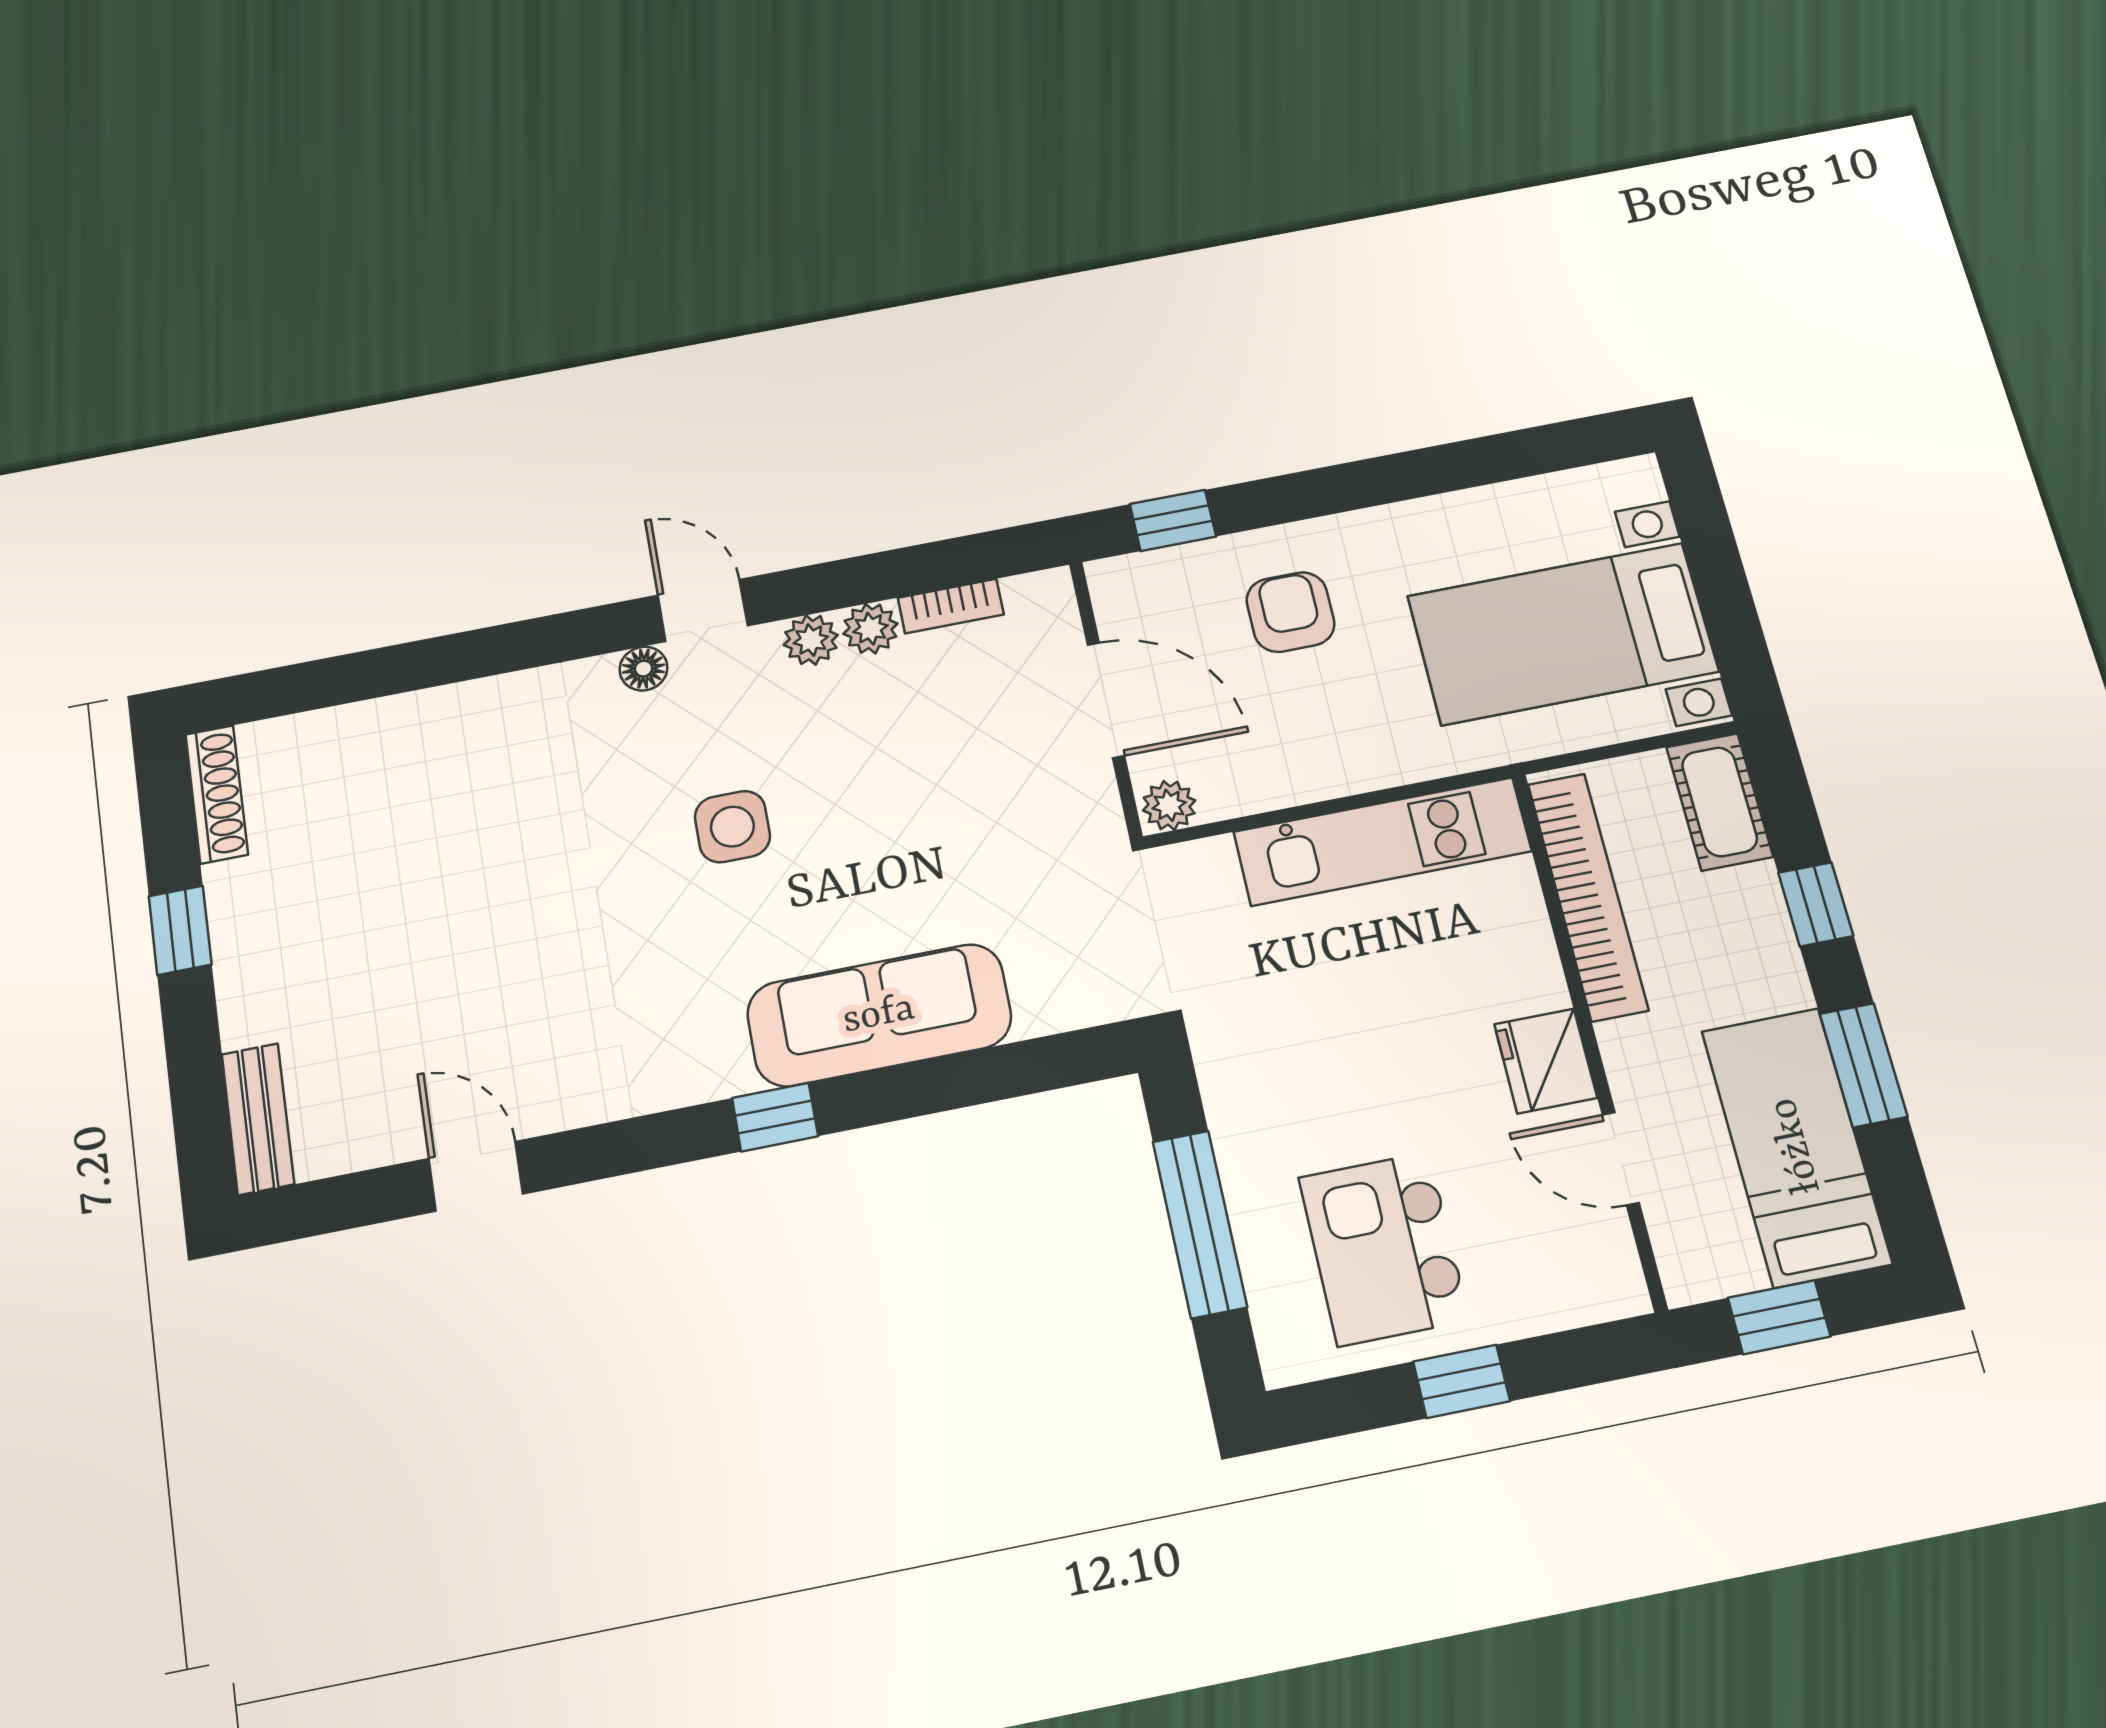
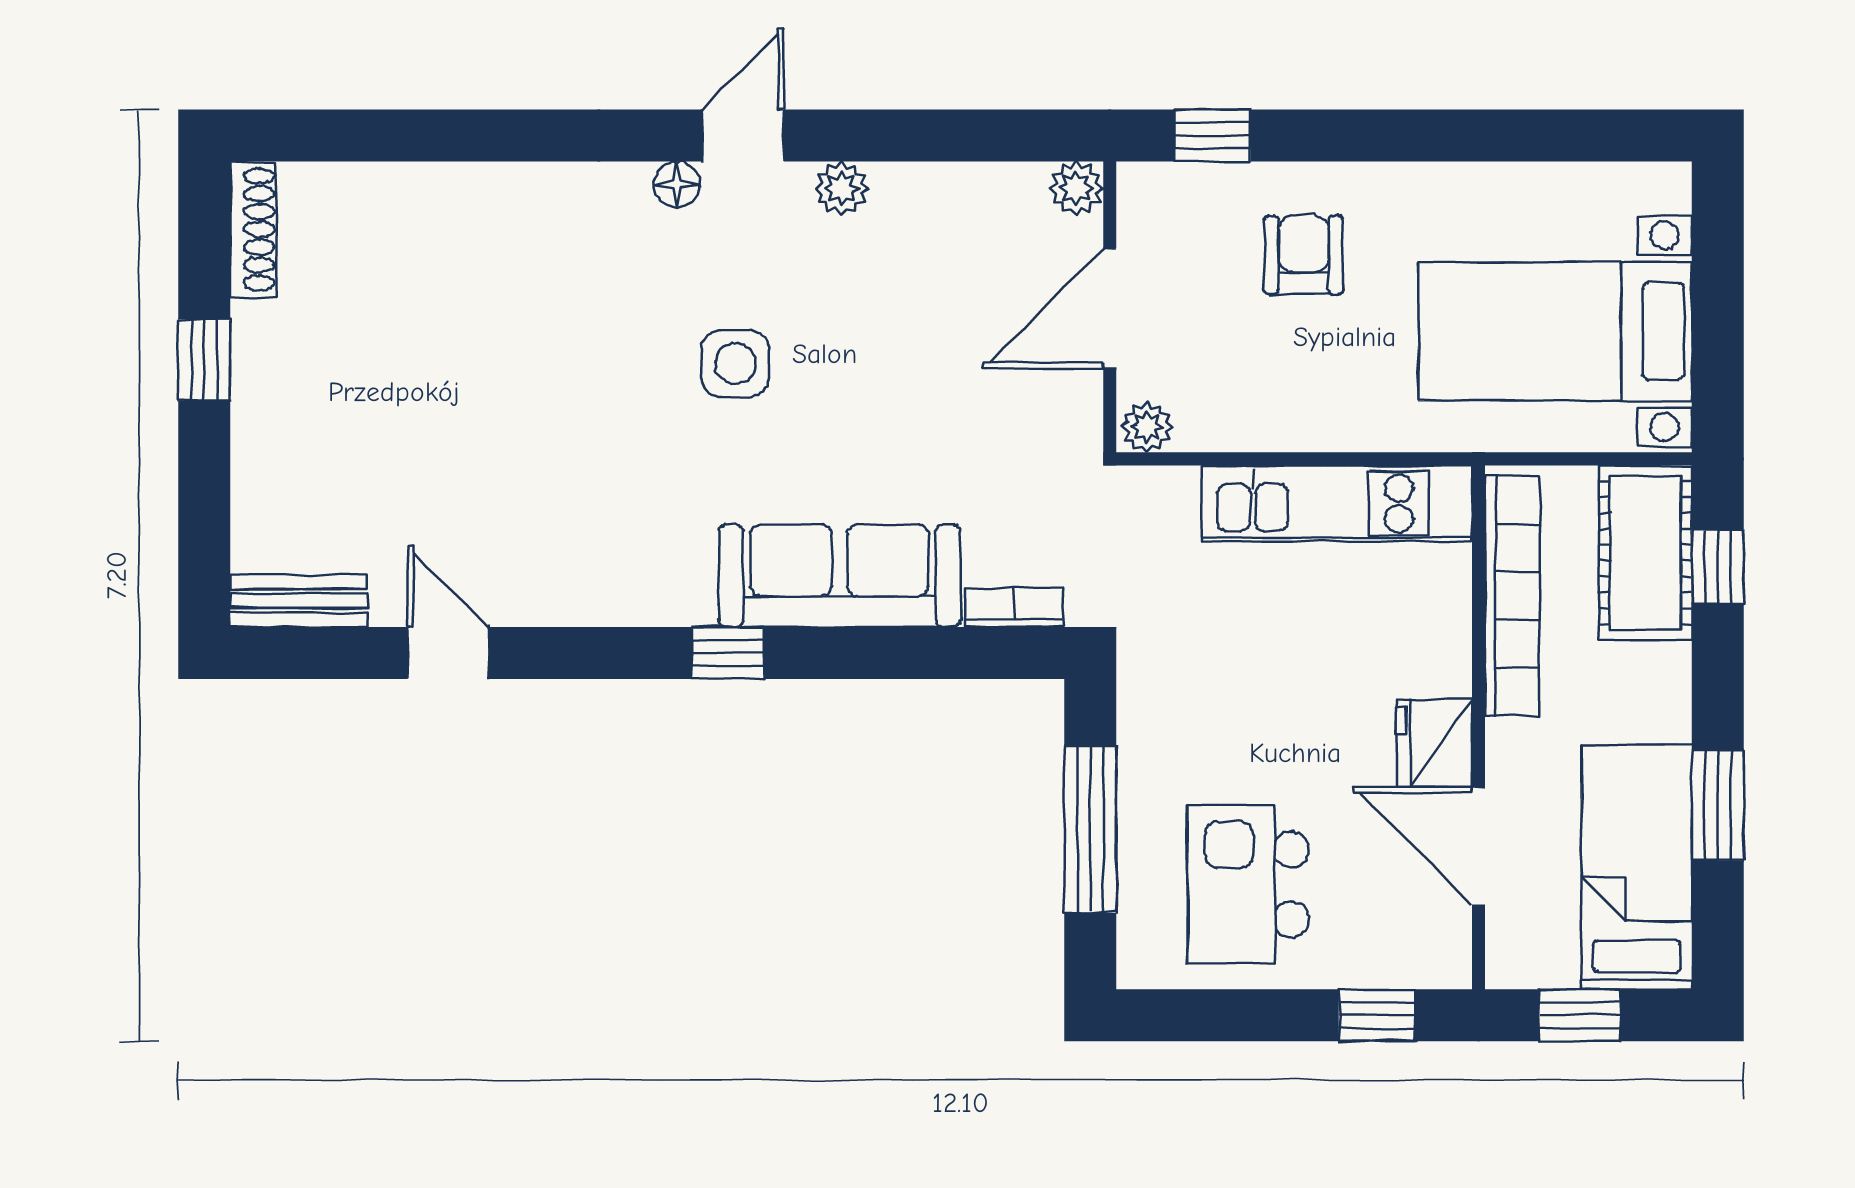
bookcase: (951, 606) -> (1014, 608), moved, turned 180
door: (703, 610) -> (743, 136), hinge flipped
plant: (870, 629) -> (1076, 188), moved
door: (1106, 700) -> (1110, 309), swing flipped
cot: (1720, 802) -> (1645, 553), width x1.37, depth x1.34
window: (1816, 904) -> (1718, 567), moved
bench: (258, 1119) -> (299, 601), moved, turned 90
door: (1621, 1159) -> (1478, 846), width x1.38
window: (1461, 1381) -> (1377, 1015), moved

